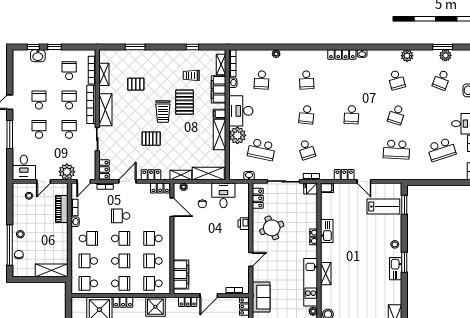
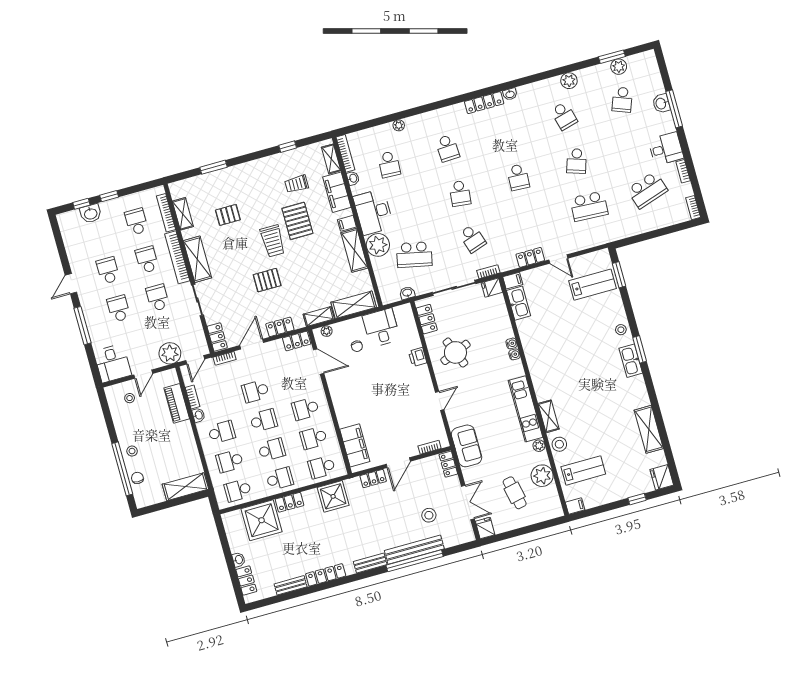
kitchen sink: (327, 231) -> (519, 303), moved
shelving: (326, 274) -> (549, 416), moved

